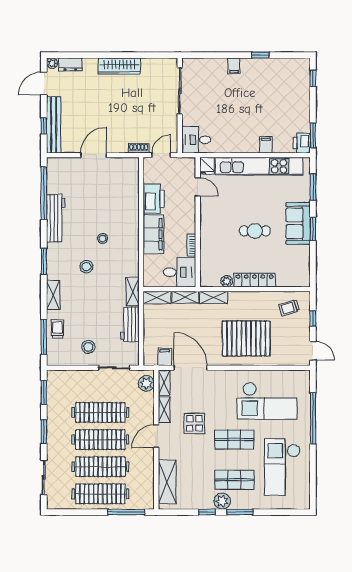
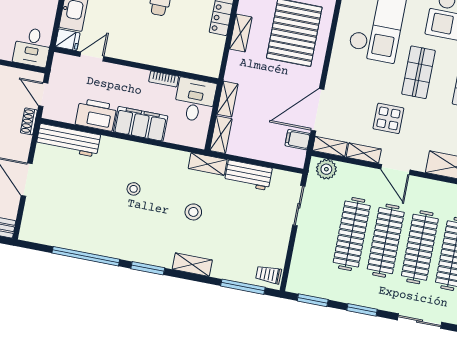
window: (44, 193) -> (86, 256), moved
workbench: (56, 218) -> (68, 140), moved, turned 180
stool: (86, 267) -> (193, 212), moved
plant: (227, 281) -> (218, 43), removed
shelving: (214, 297) -> (241, 33), moved
trolley: (58, 329) -> (269, 275), moved
stool: (88, 347) -> (266, 233), removed

